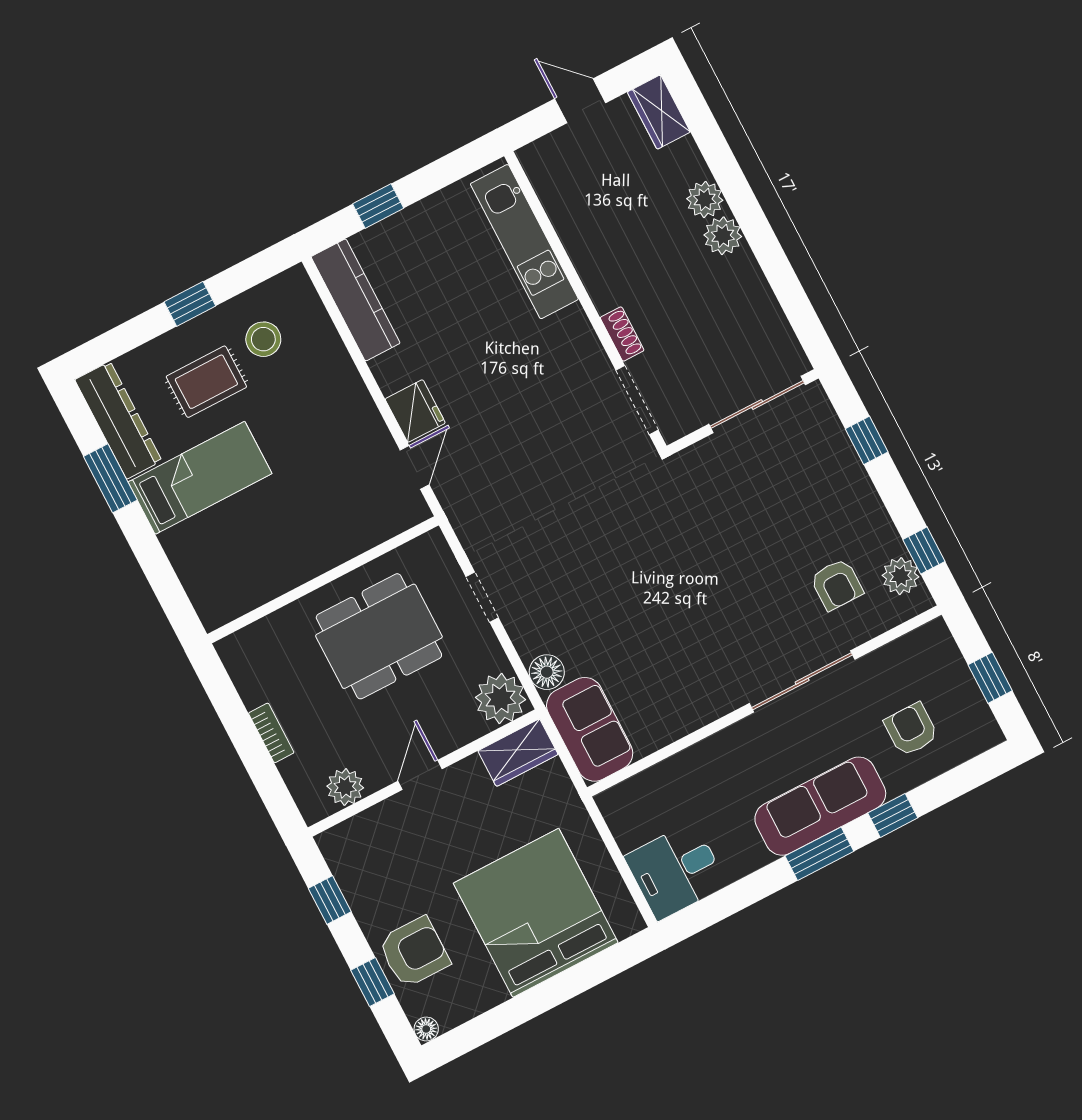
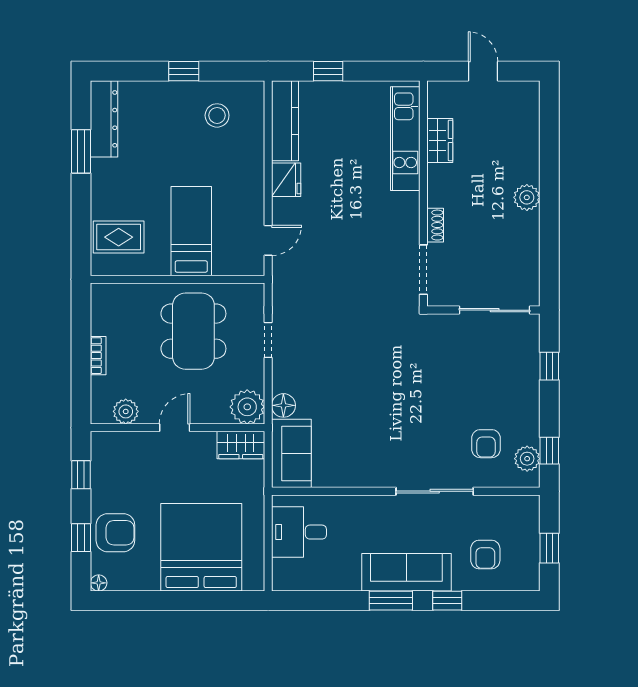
wardrobe: (659, 112) -> (440, 140), moved, turned 180
plant: (705, 199) -> (527, 170), removed
rug: (206, 382) -> (119, 237), moved
fridge: (415, 411) -> (286, 180), moved
bed: (200, 478) -> (191, 231), moved, turned -90
dining table: (379, 636) -> (193, 331), turned 90
armchair: (911, 729) -> (485, 555), turned 180
desk: (676, 871) -> (299, 532), moved

